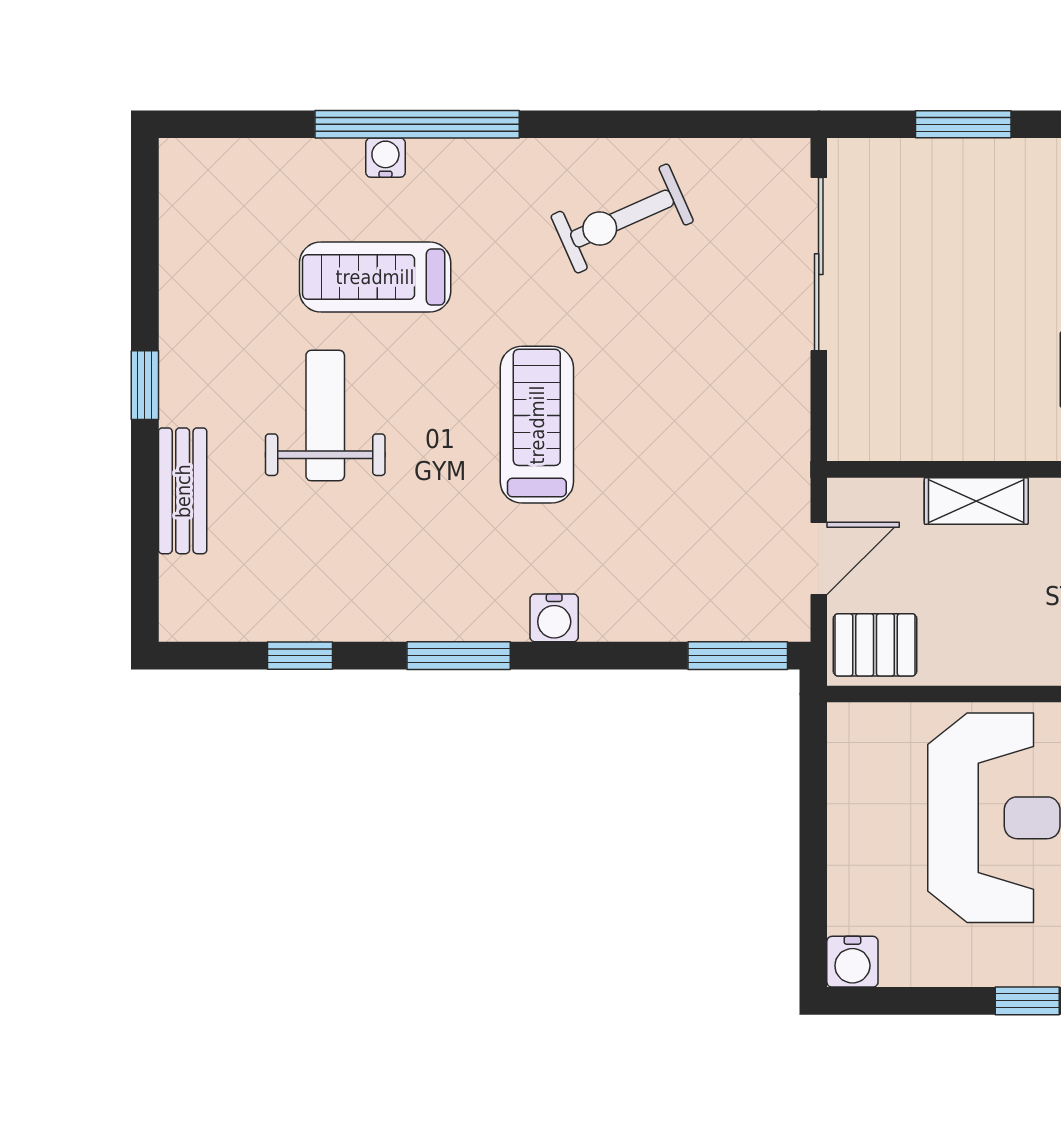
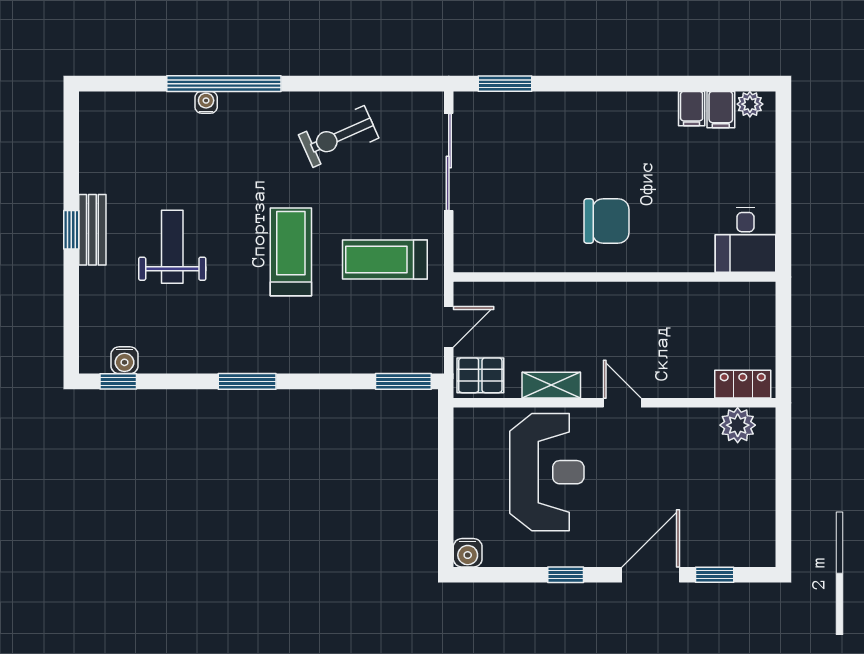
window: (963, 124) -> (505, 84), moved
treadmill: (375, 277) -> (385, 260), moved
bench: (183, 491) -> (92, 230), moved
shelving: (976, 501) -> (551, 385), moved
water cooler: (554, 618) -> (124, 360), moved
window: (300, 656) -> (118, 381), moved

